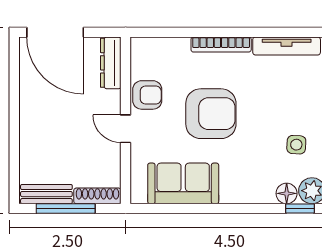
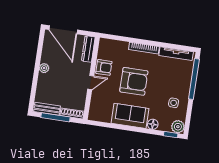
plant: (29, 114) -> (44, 68), added
door: (126, 129) -> (91, 83), swing flipped
sofa: (183, 183) -> (130, 116), moved
floor lamp: (287, 193) -> (153, 124), moved

